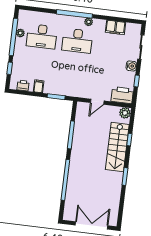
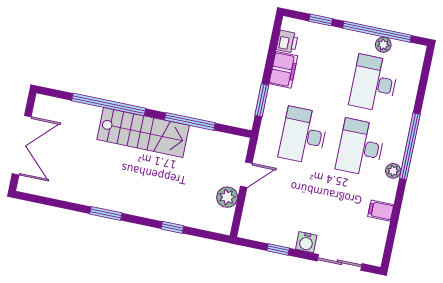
filing cabinet: (115, 27) -> (381, 211), width x0.50
desk: (73, 72) -> (303, 136), added
filing cabinet: (39, 86) -> (283, 70), width x2.00
printer: (122, 95) -> (255, 221), removed
door: (97, 102) -> (246, 175), swing flipped
plant: (125, 113) -> (227, 197), moved
stairs: (117, 147) -> (143, 132), moved, turned 180

